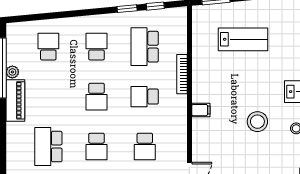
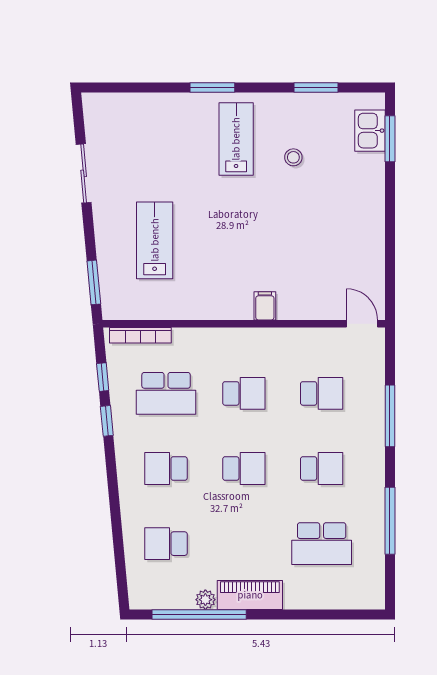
bookcase: (182, 74) -> (140, 335), moved
school desk: (145, 97) -> (244, 393), turned -90
stool: (257, 122) -> (283, 218), removed

